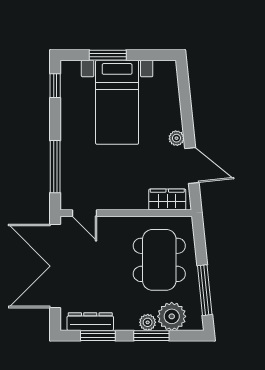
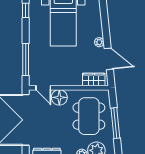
floor lamp: (111, 229) -> (59, 97), added
window: (205, 290) -> (115, 123), moved

